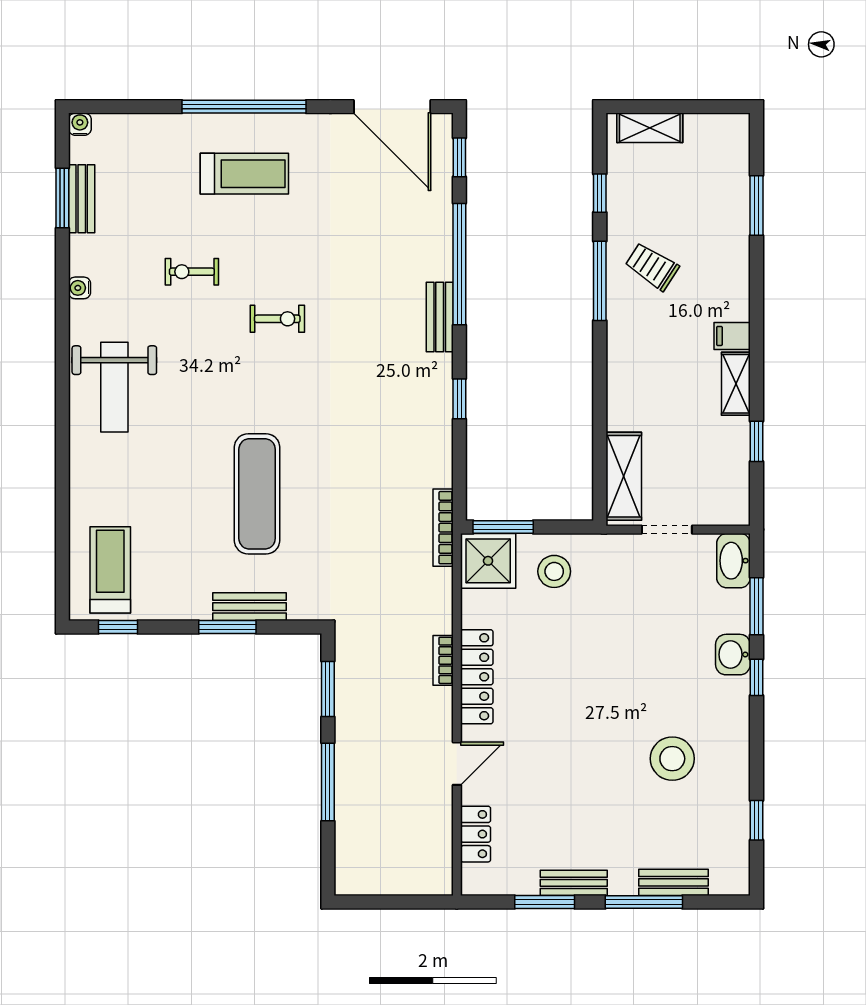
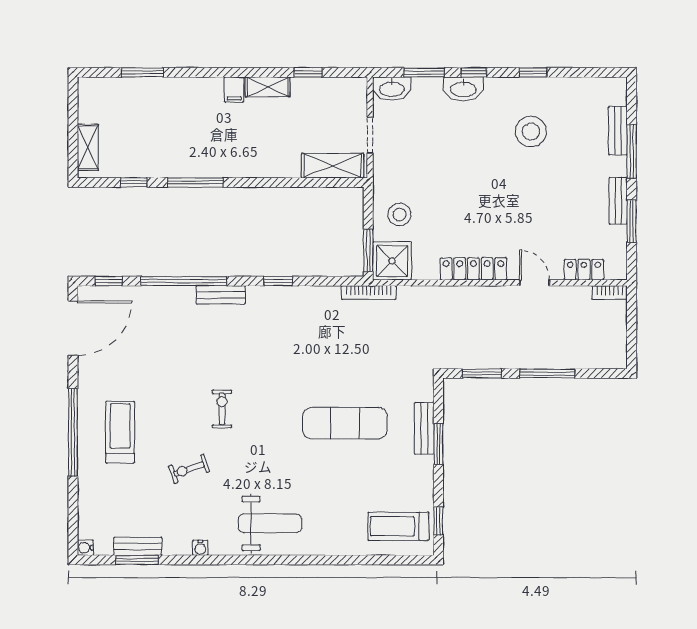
trolley: (652, 266) -> (185, 146), removed
exercise bike: (192, 272) -> (189, 469), turned 71
washbasin: (733, 655) -> (463, 89), width x1.38
bookcase: (443, 660) -> (610, 293), moved
window: (756, 820) -> (533, 72), moved

